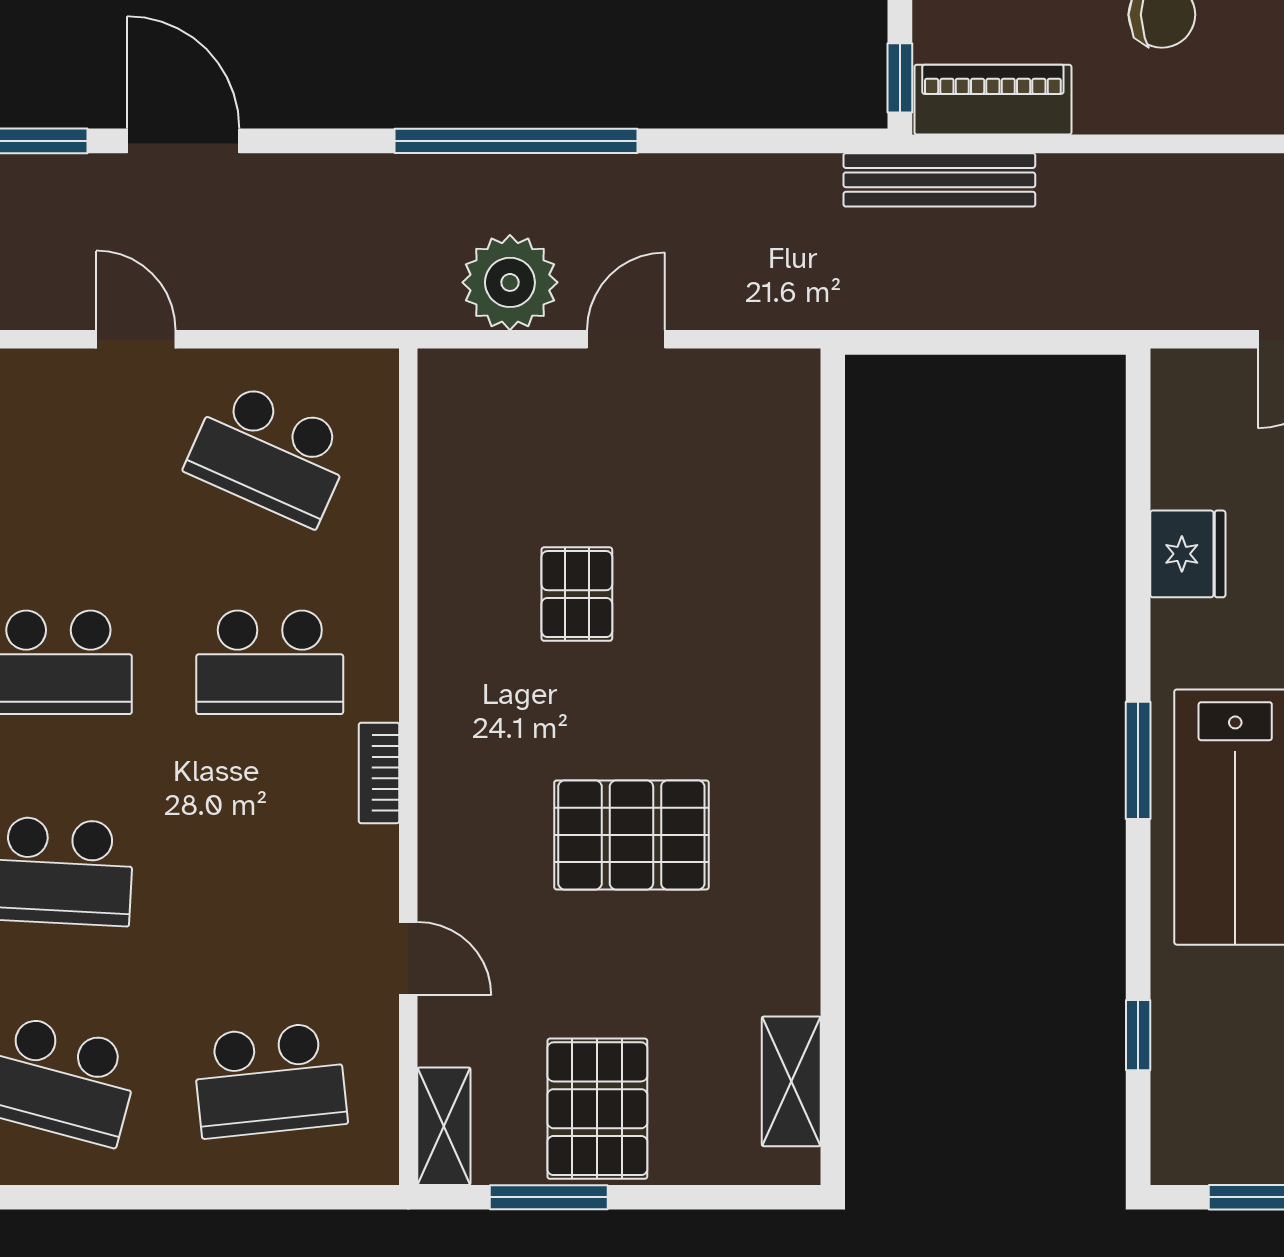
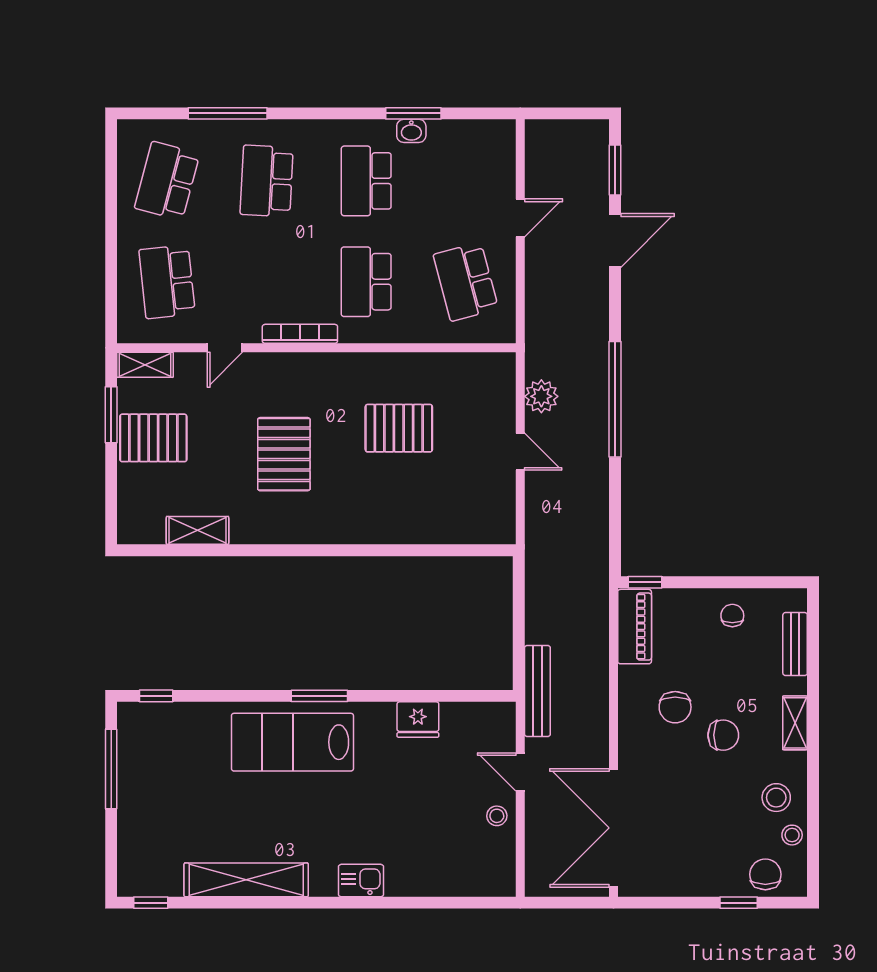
bench: (939, 180) -> (537, 691), moved
plant: (510, 282) -> (541, 396), width x0.73, depth x0.73
school desk: (270, 454) -> (466, 282), turned -39
pallet: (577, 594) -> (399, 428), width x1.50, depth x1.42
bookcase: (379, 773) -> (300, 334), width x1.56
window: (1138, 1035) -> (156, 696), moved
shelving: (791, 1081) -> (197, 530), moved

